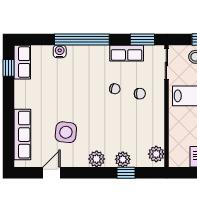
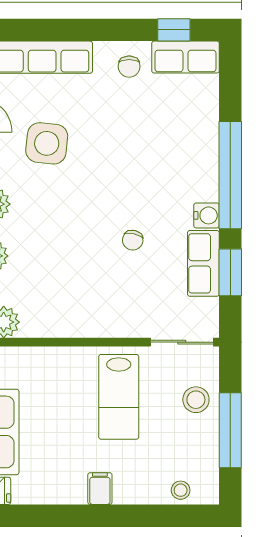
window: (142, 39) -> (230, 272), moved
water cooler: (60, 51) -> (207, 215), moved
chair: (140, 94) -> (129, 67), moved

